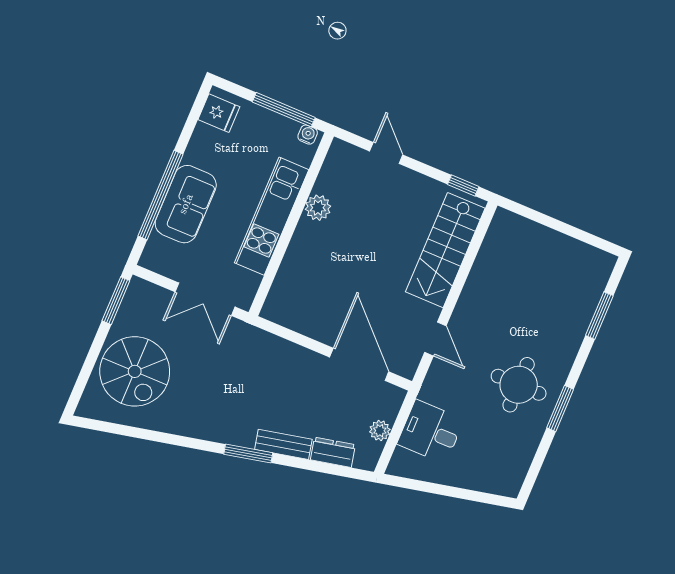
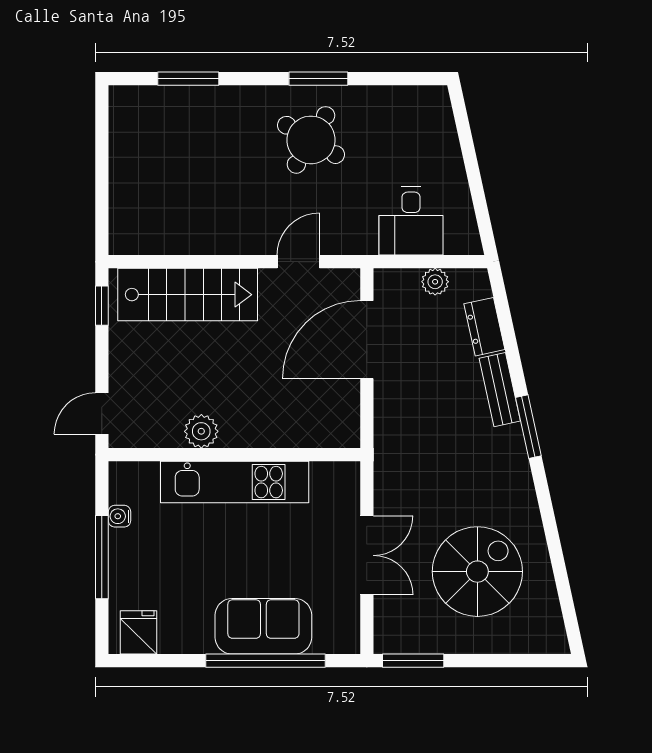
plant: (318, 208) -> (201, 431), moved
kitchen unit: (272, 216) -> (235, 482), moved
wall: (291, 224) -> (234, 455), moved
spiral stairs: (135, 371) -> (477, 572), moved
round table: (519, 385) -> (311, 140), turned 31

